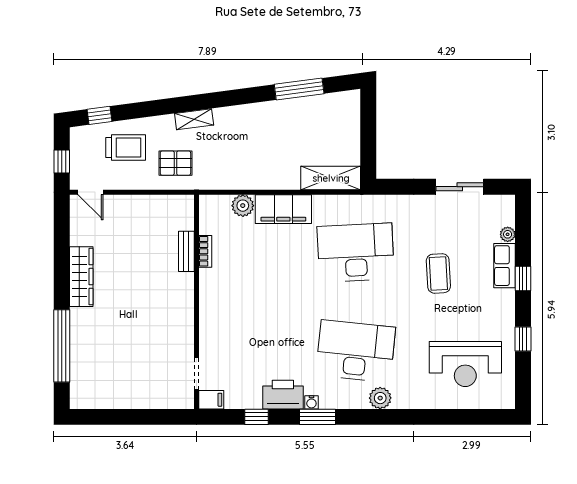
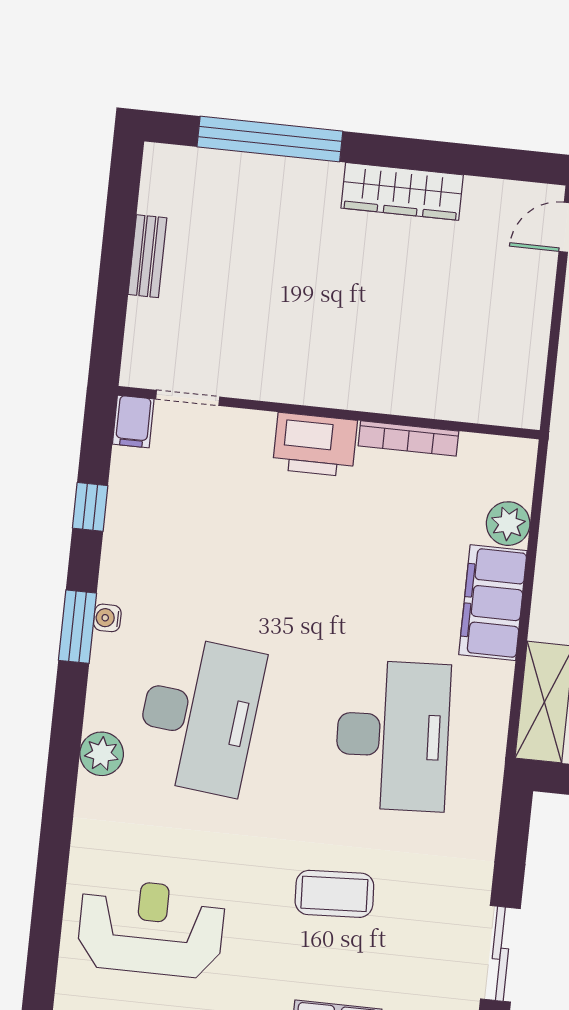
bench: (186, 251) -> (147, 256), moved, turned 90
bookcase: (205, 251) -> (408, 438), width x1.56
reception desk: (465, 364) -> (151, 928), turned 90
printer: (283, 395) -> (315, 445), moved, turned 90

